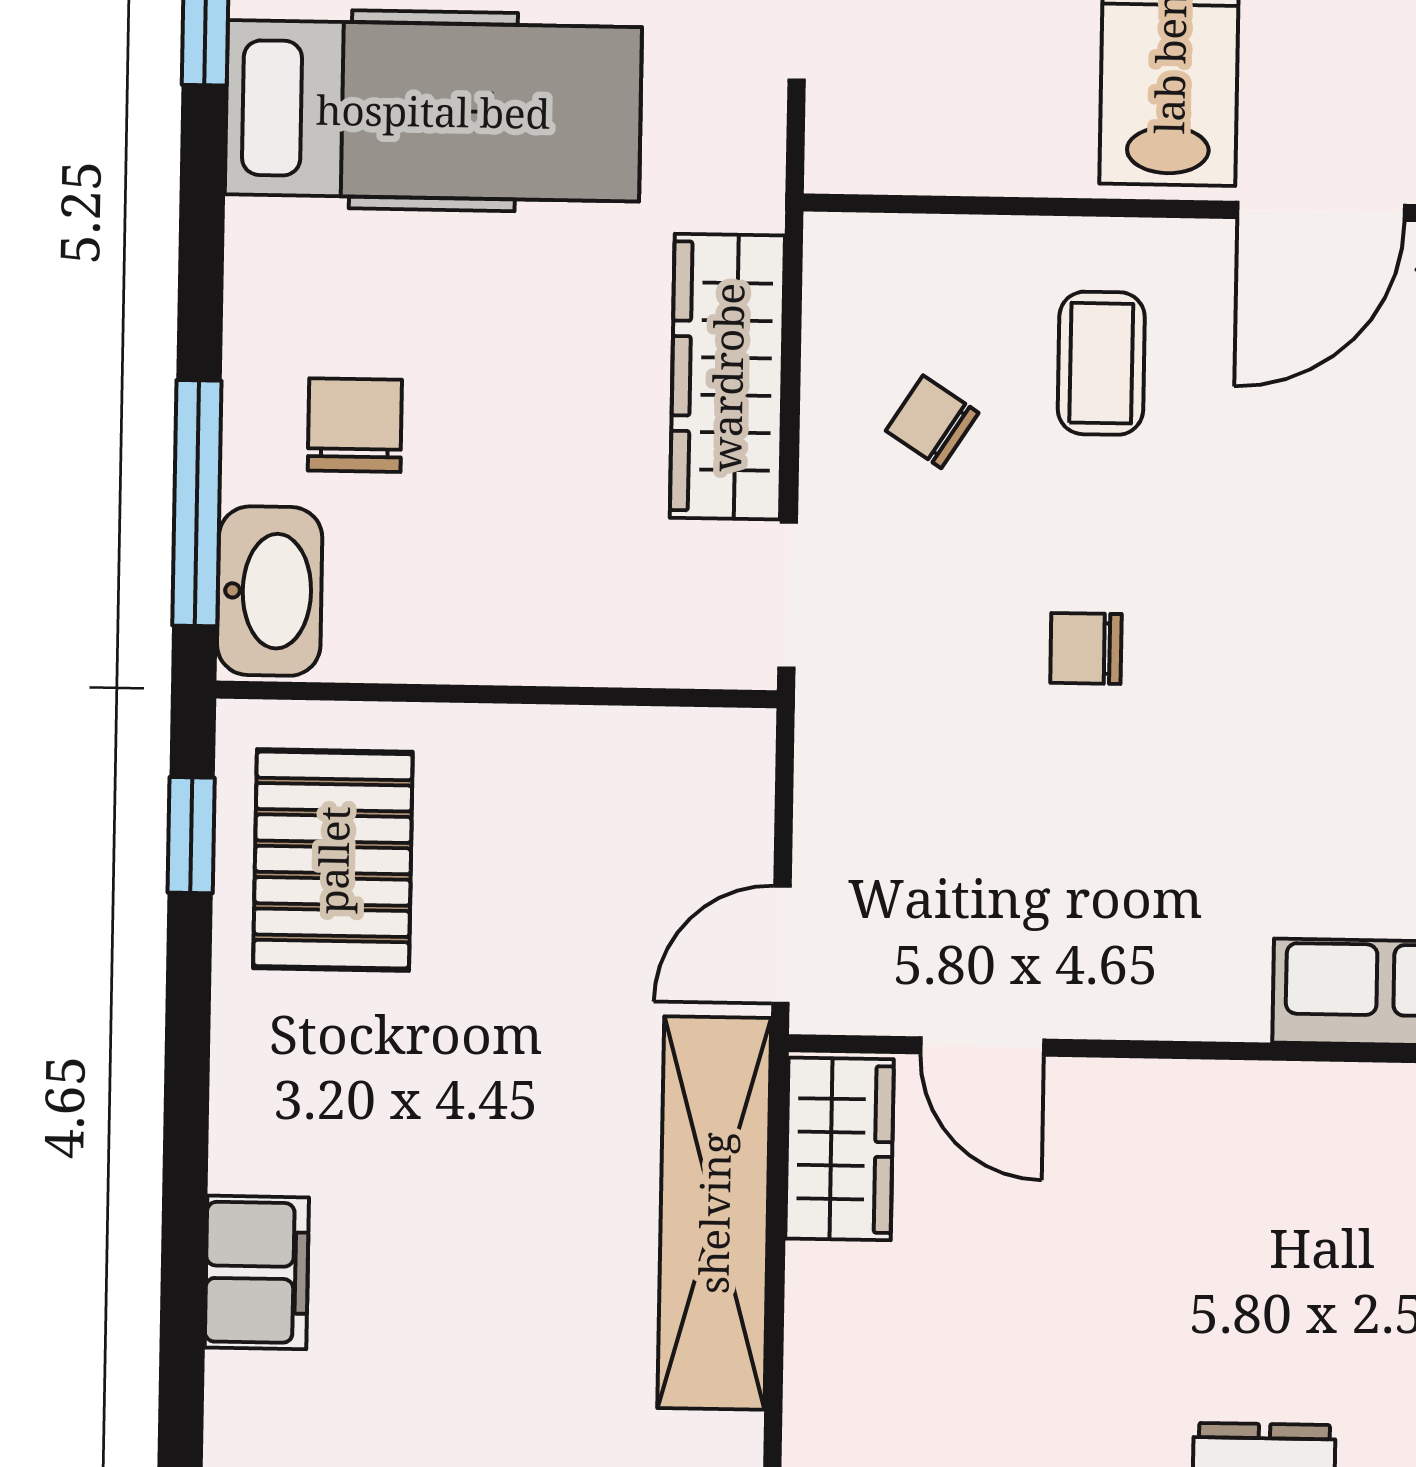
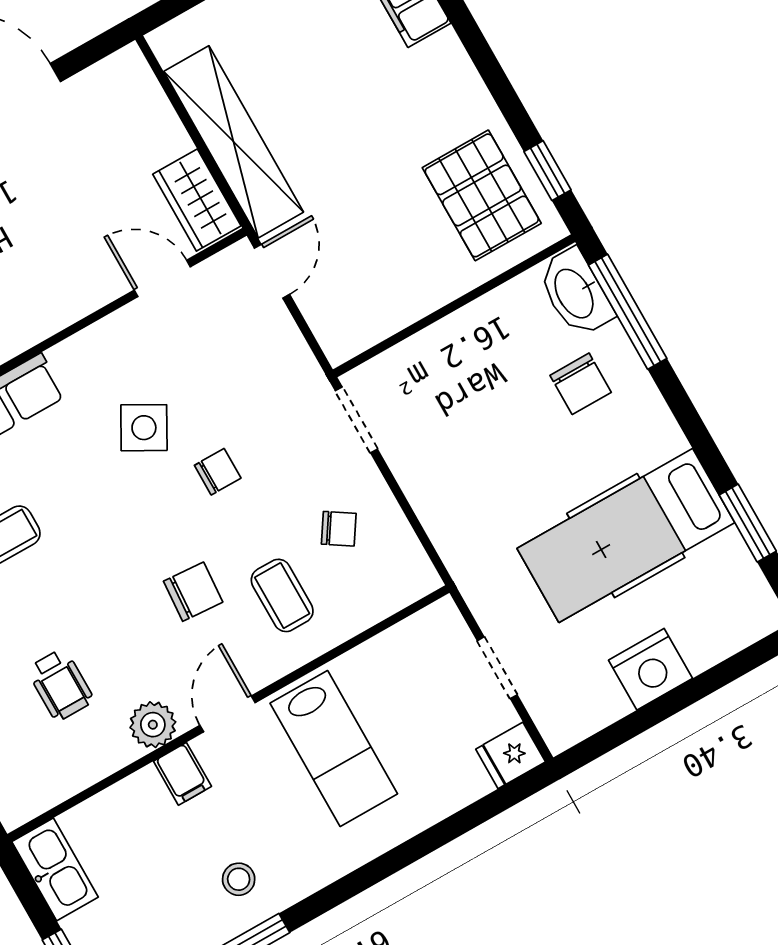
door: (1321, 211) -> (227, 714), width x0.73
wardrobe: (727, 377) -> (436, 497), removed
chair: (1254, 463) -> (193, 592), added
side table: (1170, 803) -> (144, 428), added

